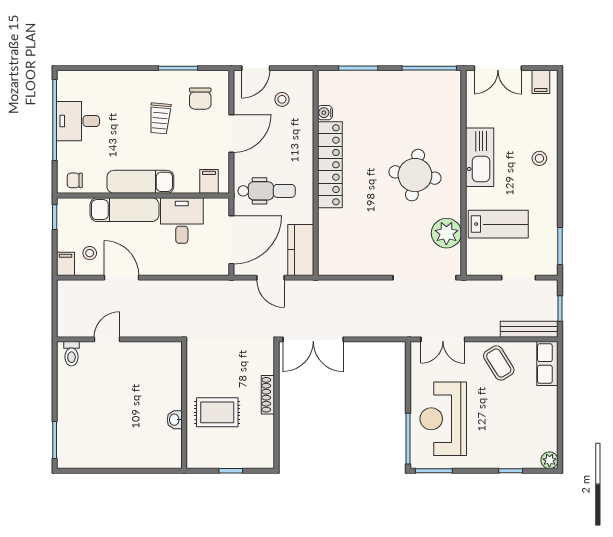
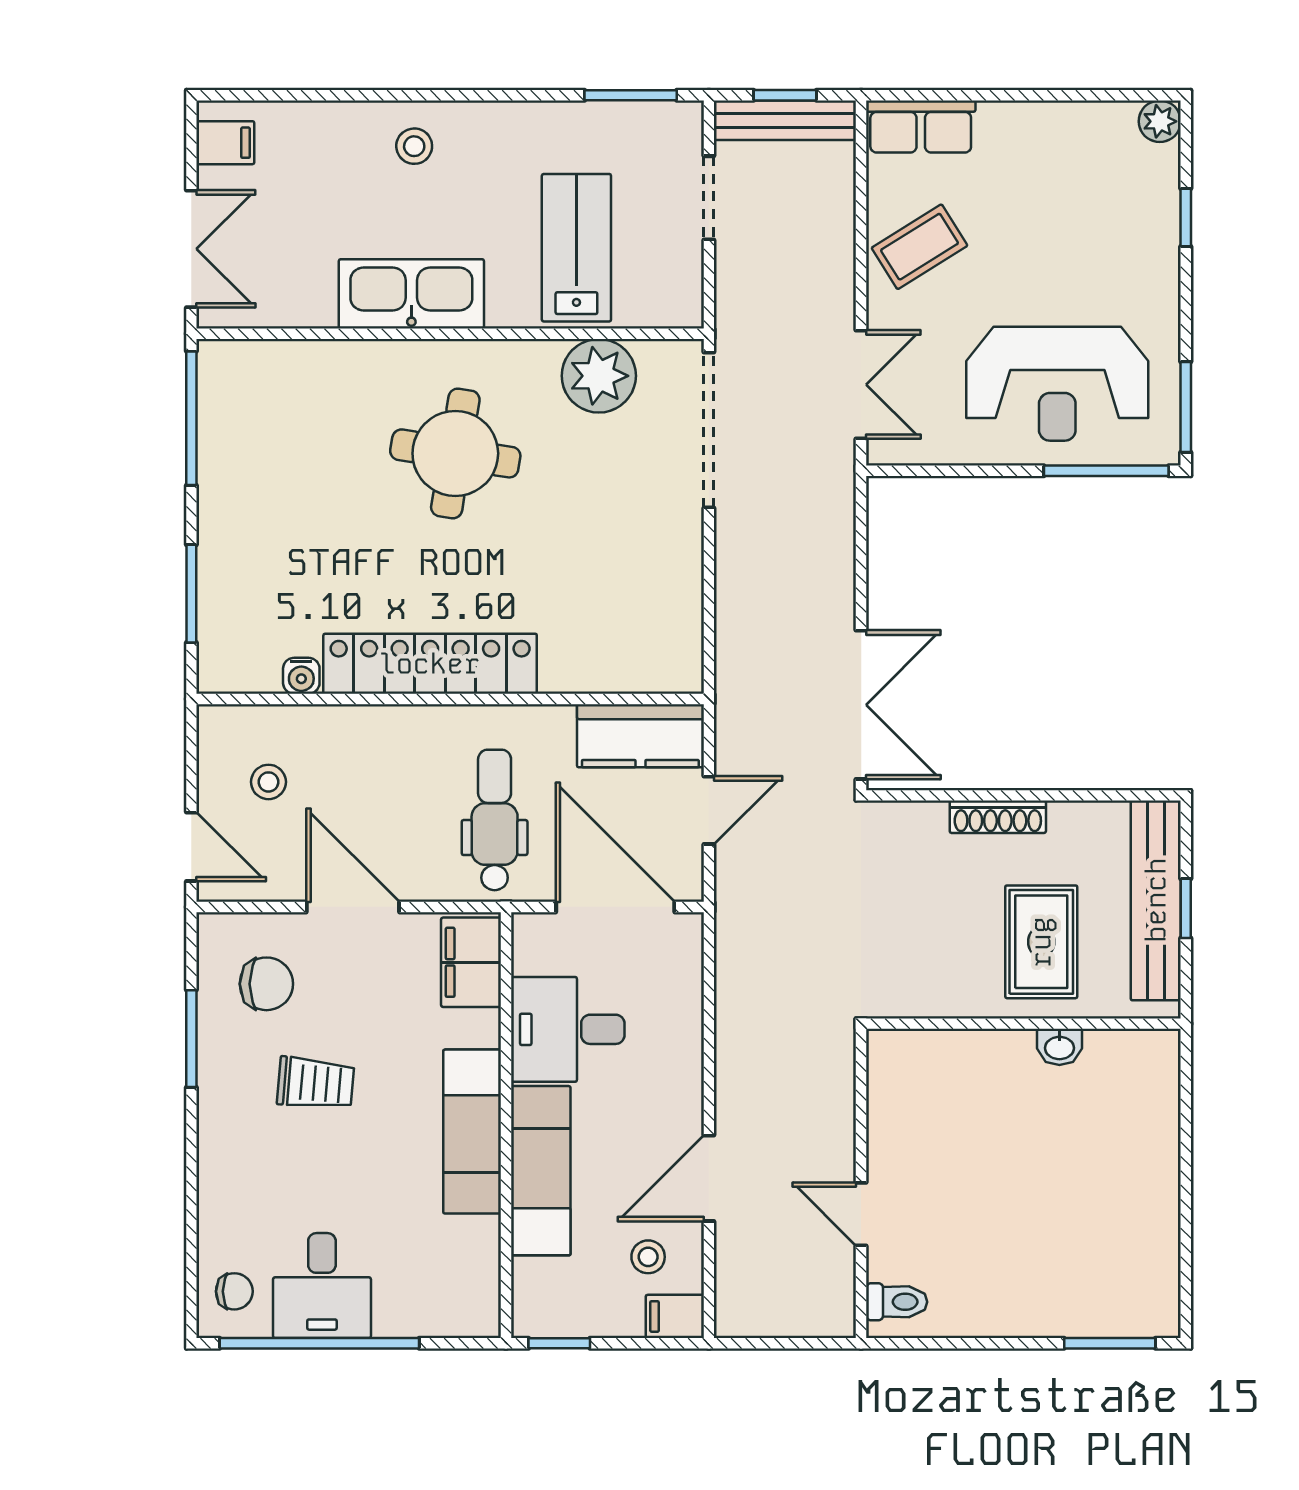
chair: (75, 180) -> (234, 1291), moved, turned -90
filing cabinet: (209, 181) -> (471, 962), width x2.00
bench: (529, 329) -> (785, 120), moved, turned 90
bench: (234, 459) -> (1156, 900), added

